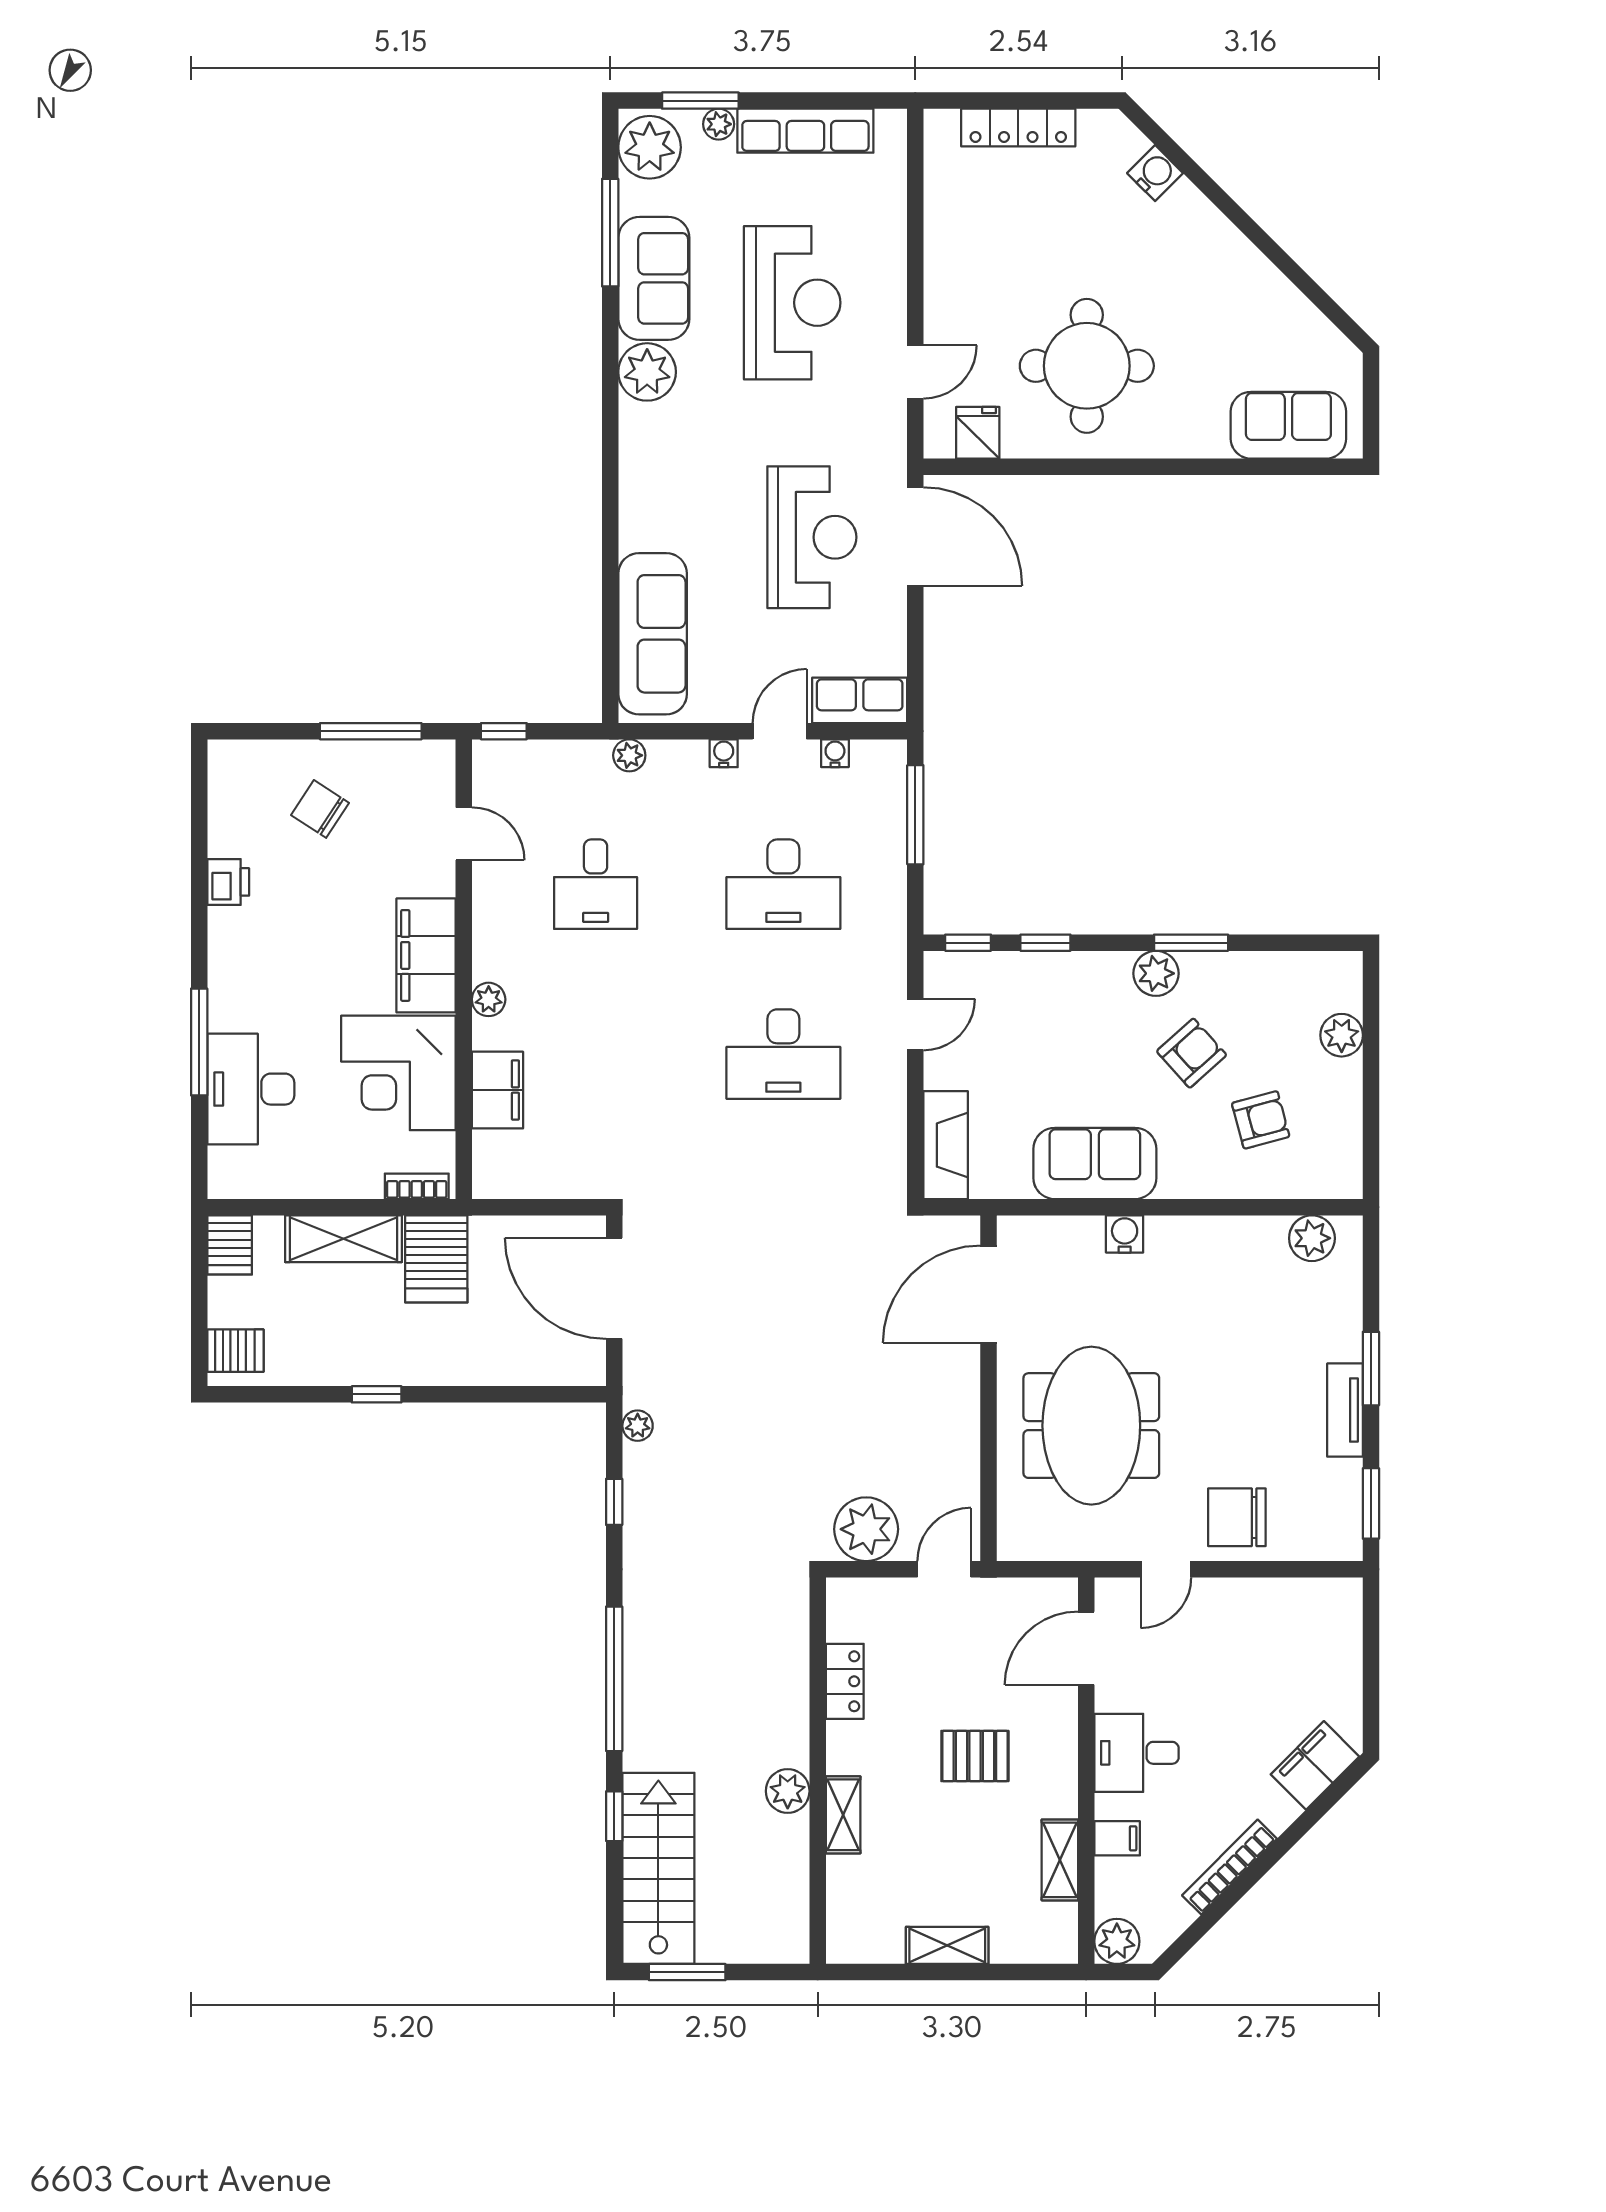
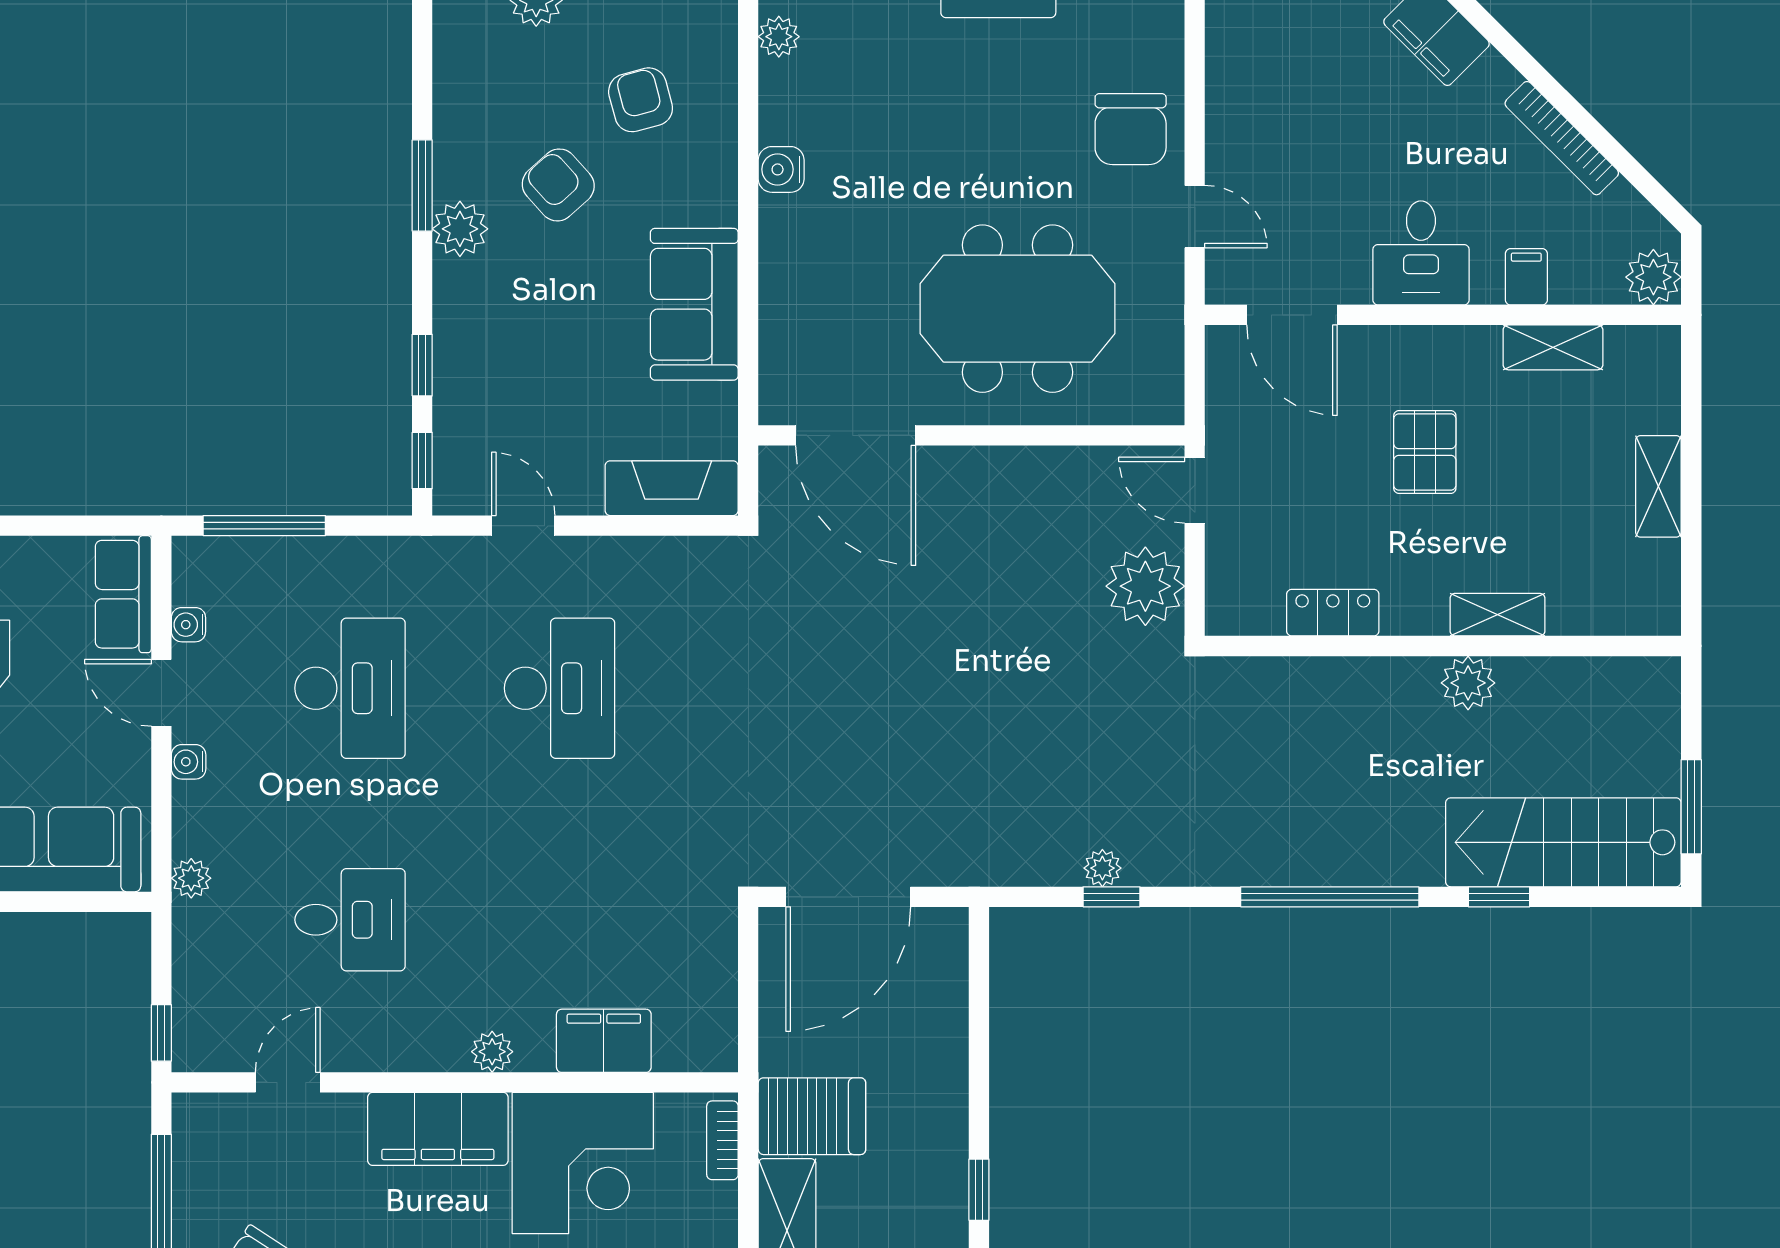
water cooler: (1125, 1234) -> (781, 169), moved
plant: (1312, 1238) -> (779, 37), width x0.73, depth x0.73
plant: (638, 1426) -> (1102, 868), moved

